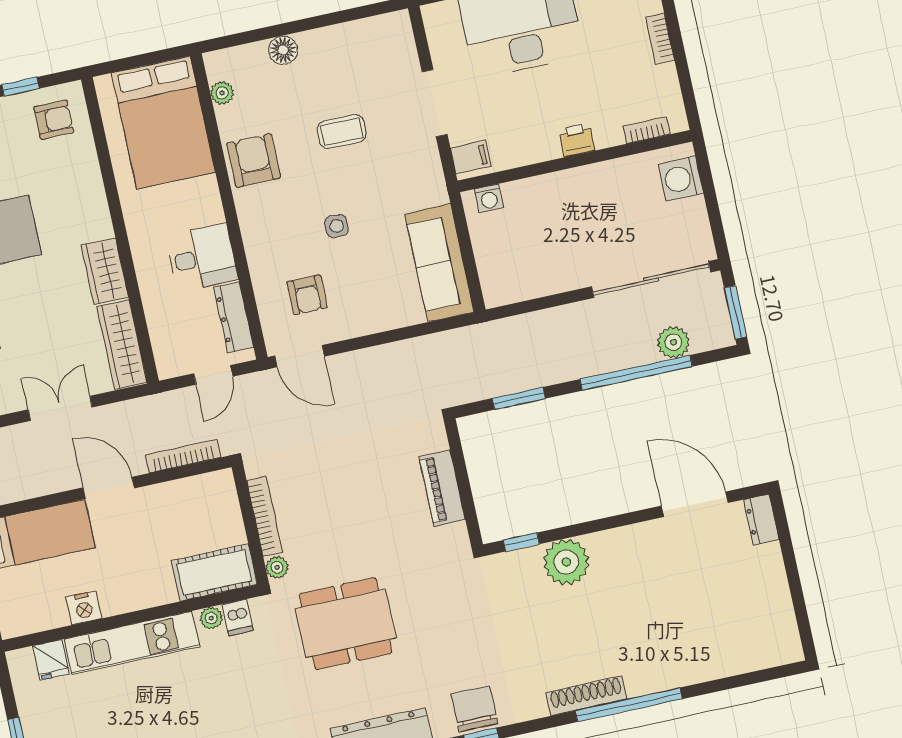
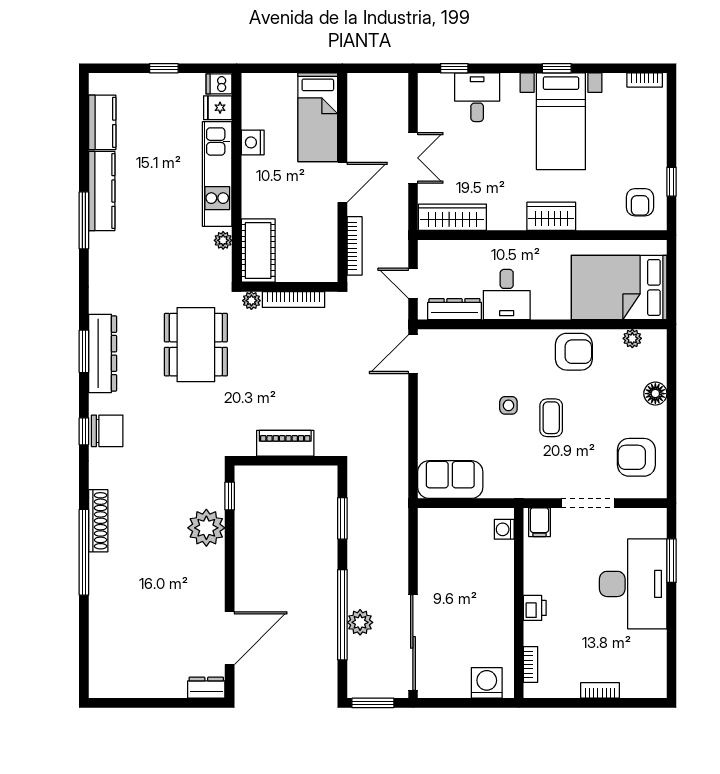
coffee table: (342, 132) -> (551, 418), moved
sofa: (439, 263) -> (450, 480), width x0.73
wardrobe: (105, 271) -> (551, 216), moved
armchair: (307, 295) -> (636, 457), moved, width x1.38, depth x1.38
plant: (673, 342) -> (360, 622), moved
dishwasher: (238, 617) -> (219, 84), moved

